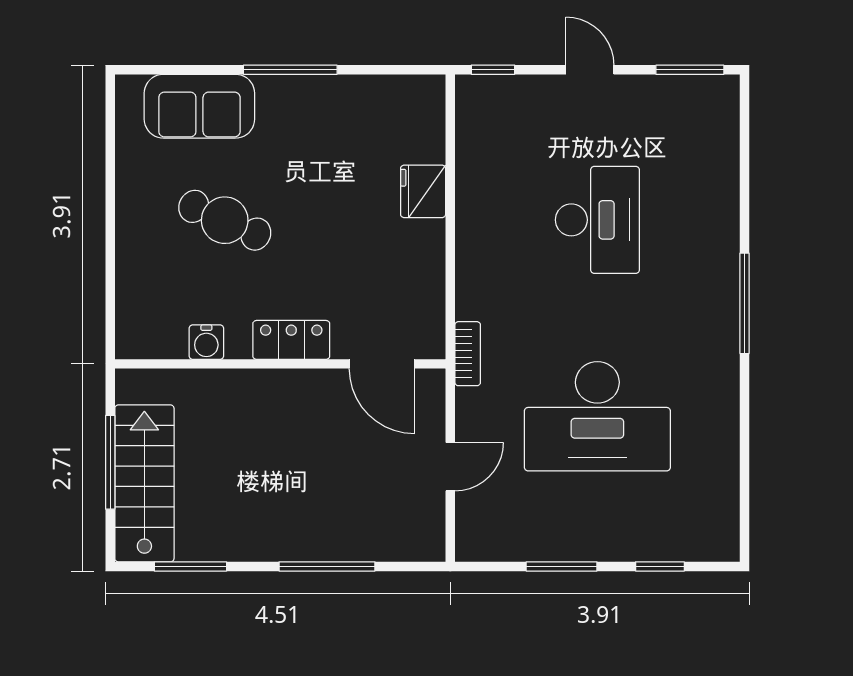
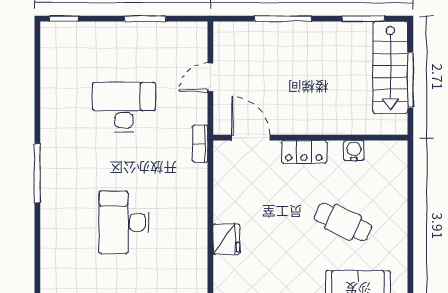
desk: (597, 416) -> (124, 107), width x0.73, depth x0.77
window: (660, 566) -> (64, 19), moved

